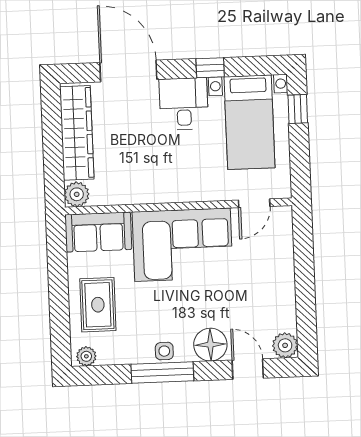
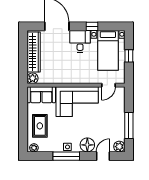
window: (298, 109) -> (129, 56), moved
window: (305, 295) -> (129, 125), added
door: (248, 369) -> (103, 156), hinge flipped

